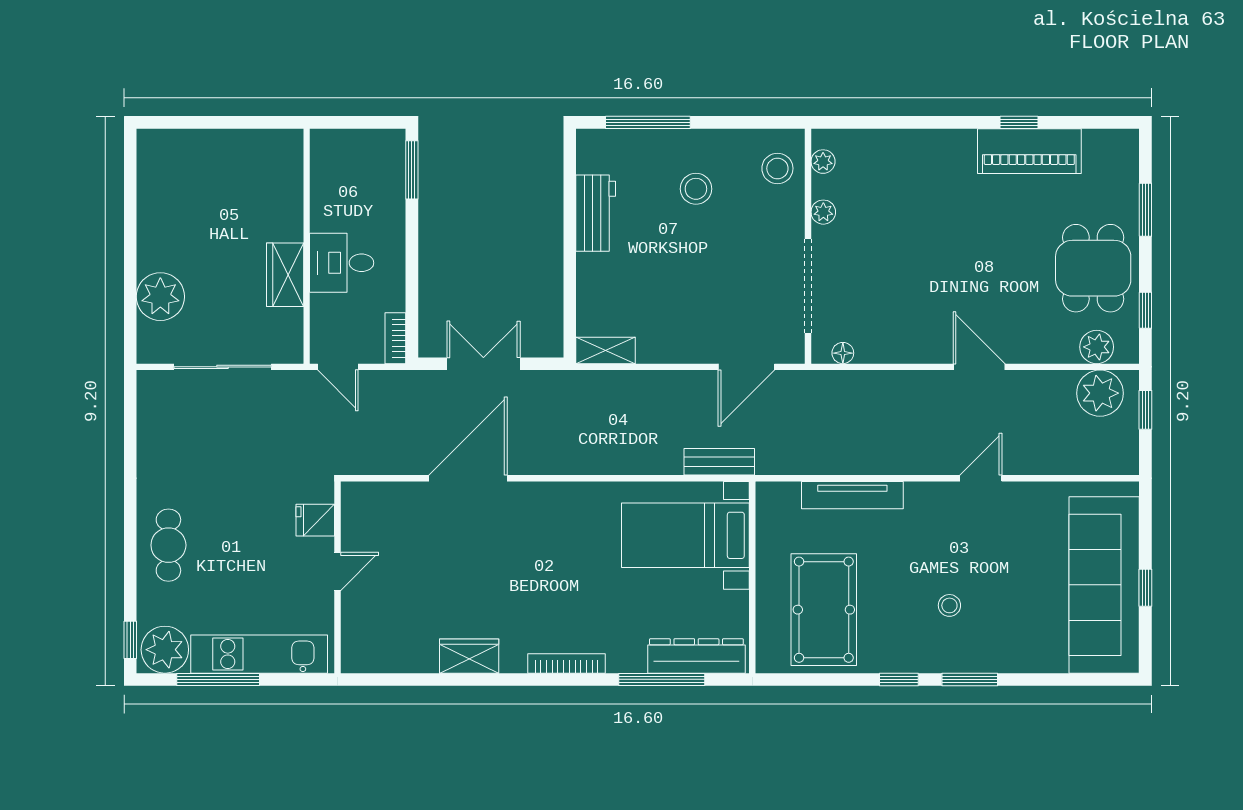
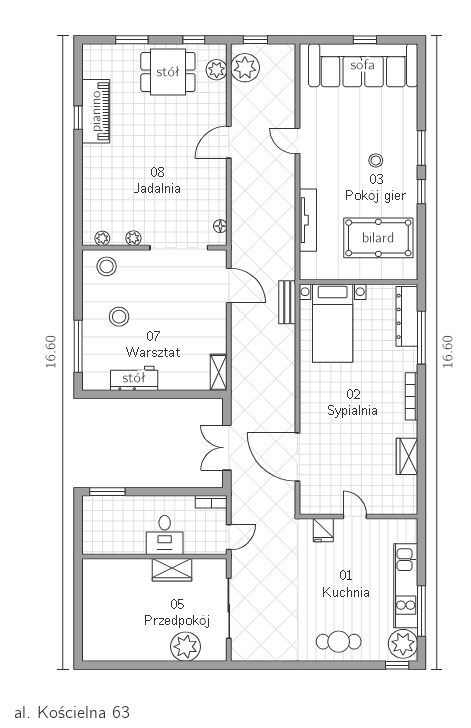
fridge: (315, 520) -> (323, 530), moved
door: (338, 571) -> (355, 516), moved
wall: (338, 577) -> (358, 516), moved

